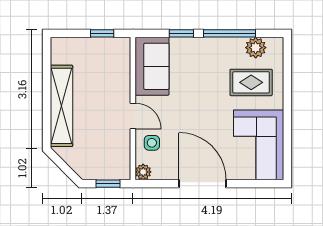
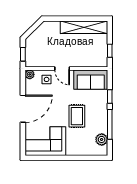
rug: (251, 82) -> (77, 116), moved
shelving: (61, 106) -> (84, 27), moved
door: (133, 116) -> (62, 69), hinge flipped

